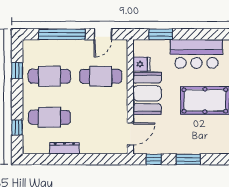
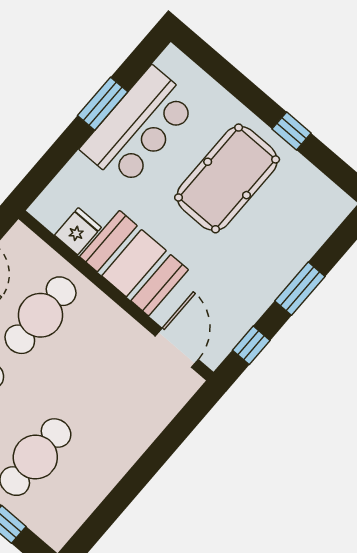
window: (161, 34) -> (103, 104), moved
dresser: (64, 148) -> (107, 476), removed

